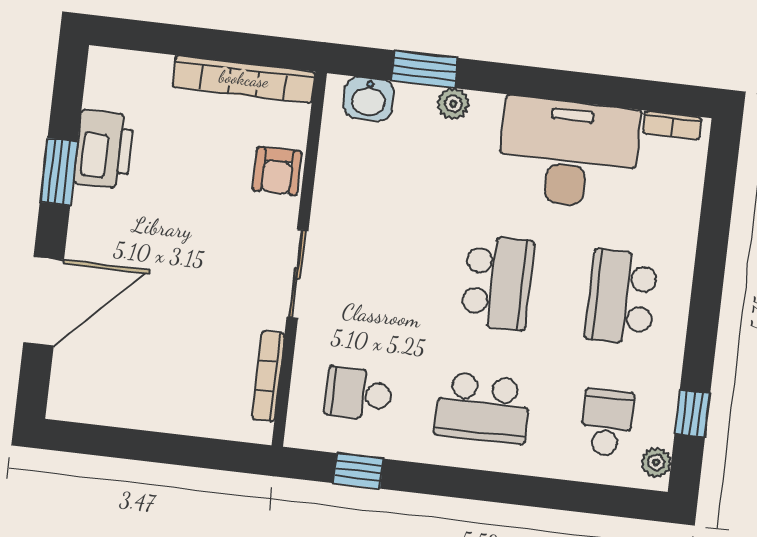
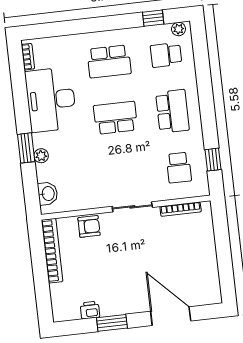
window: (424, 69) -> (26, 148), moved
printer: (104, 149) -> (90, 310), width x0.53, depth x0.68

